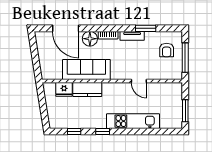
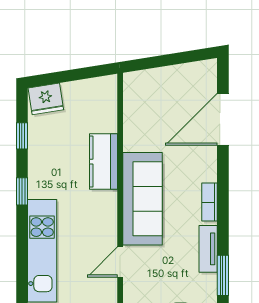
floor lamp: (90, 39) -> (203, 167), removed
sofa: (86, 70) -> (143, 199), moved
fridge: (64, 89) -> (46, 99), moved, turned -99

